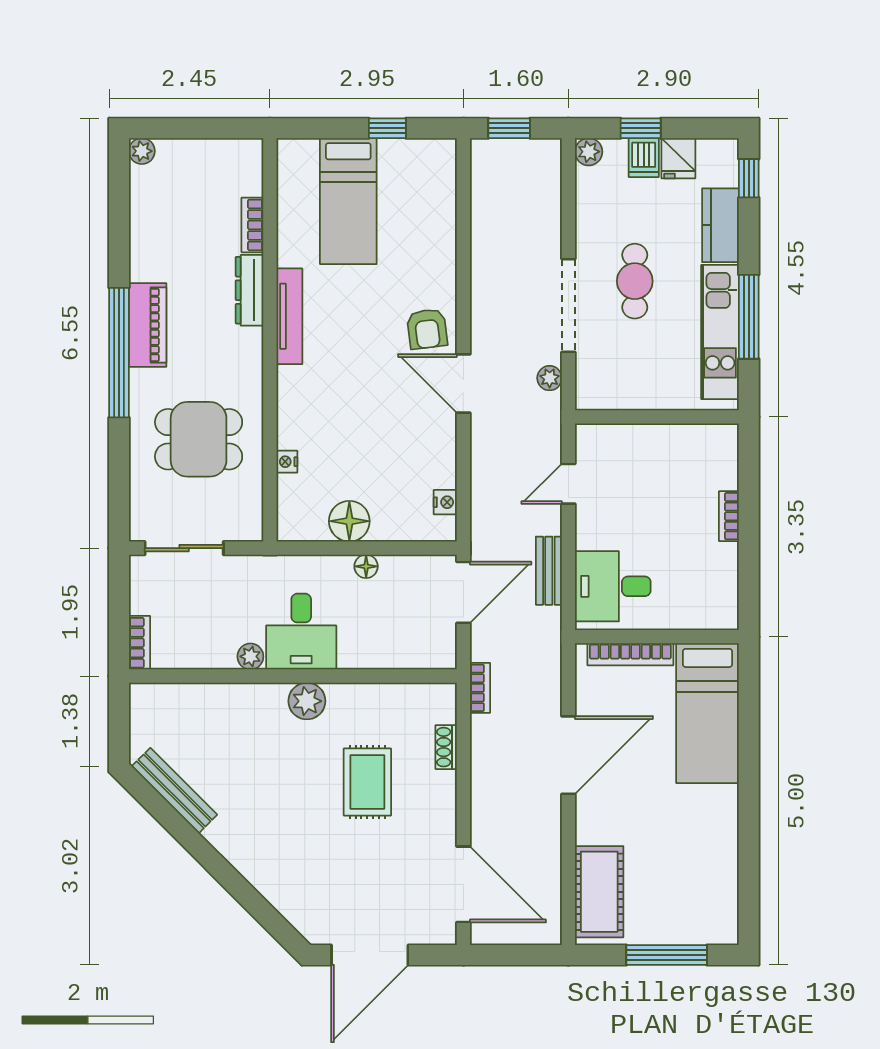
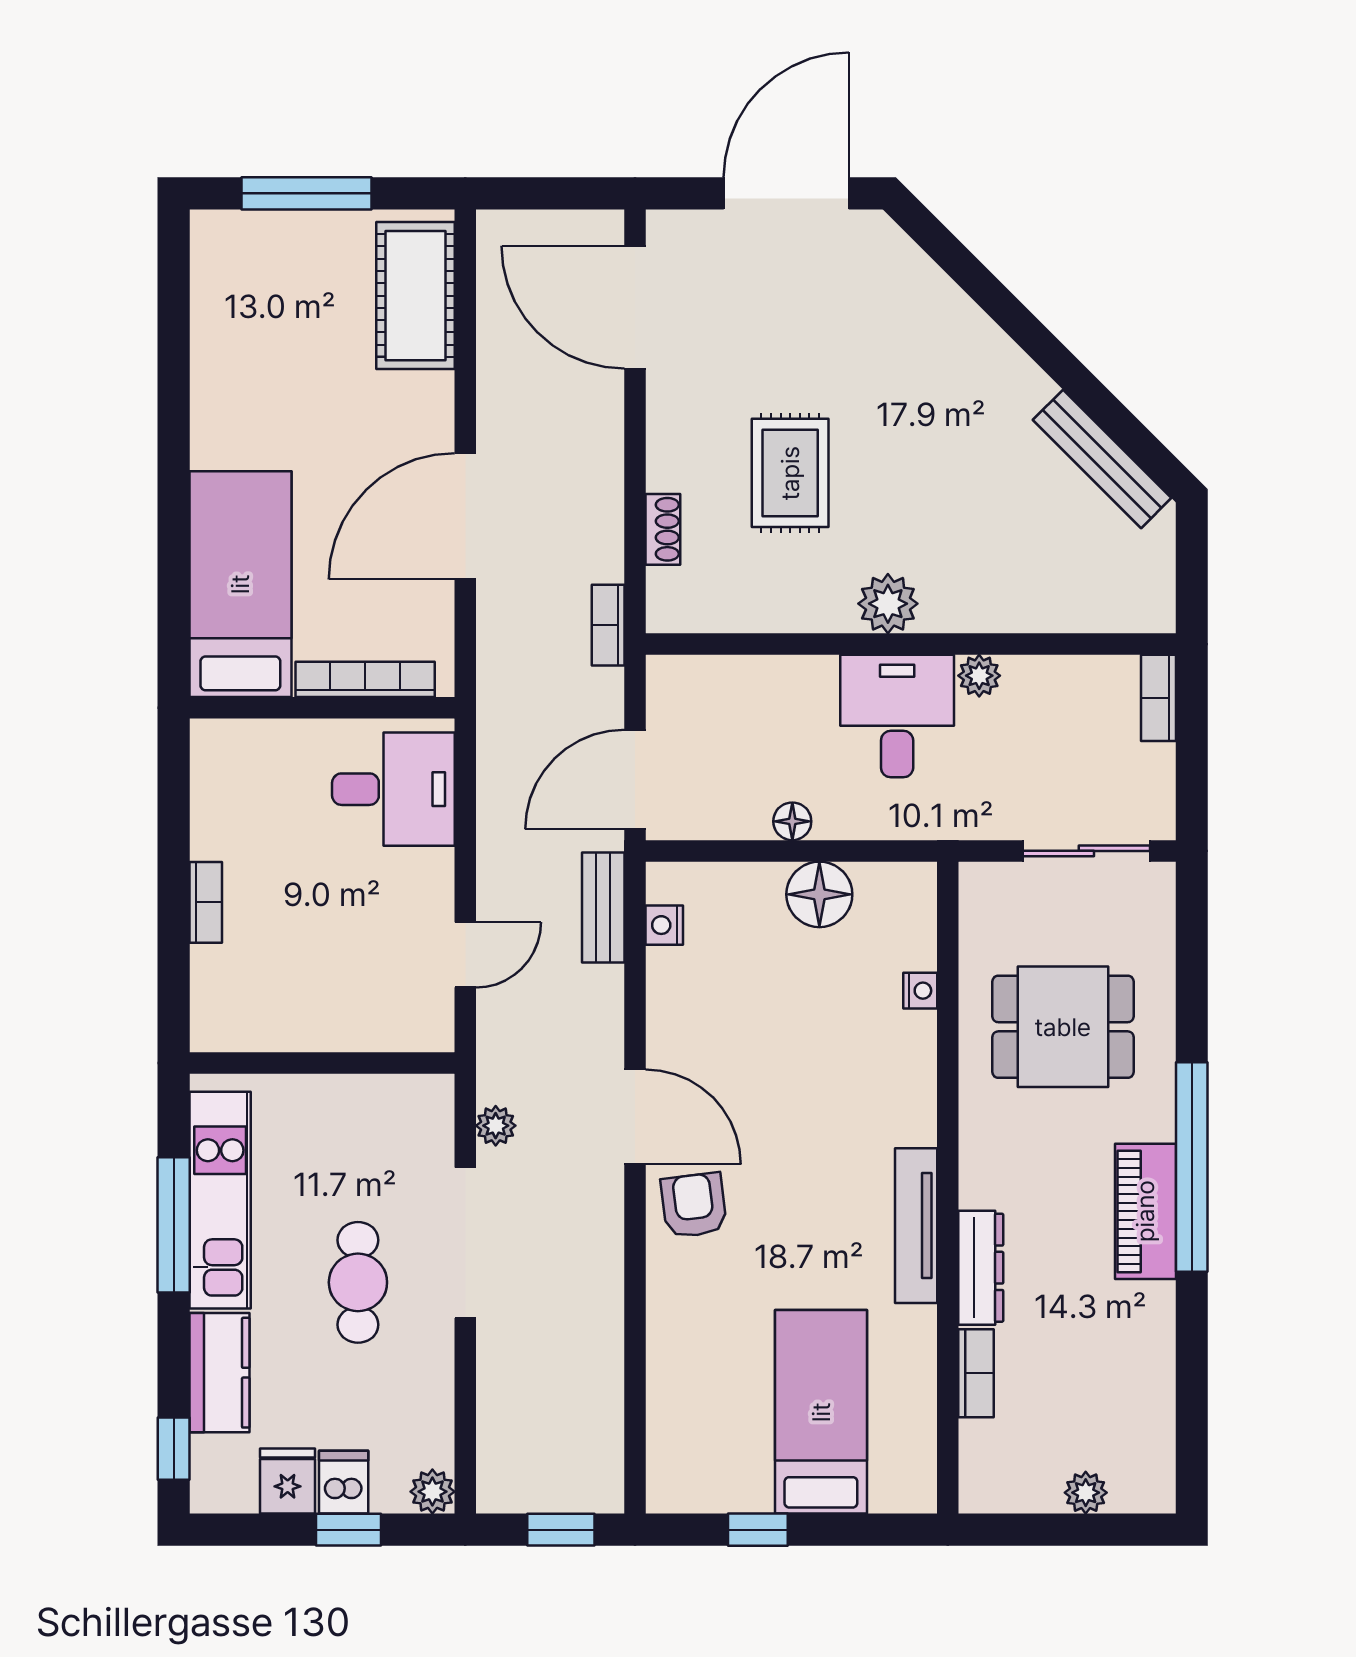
plant: (142, 151) -> (1086, 1493), moved
bench: (549, 571) -> (603, 907), moved

